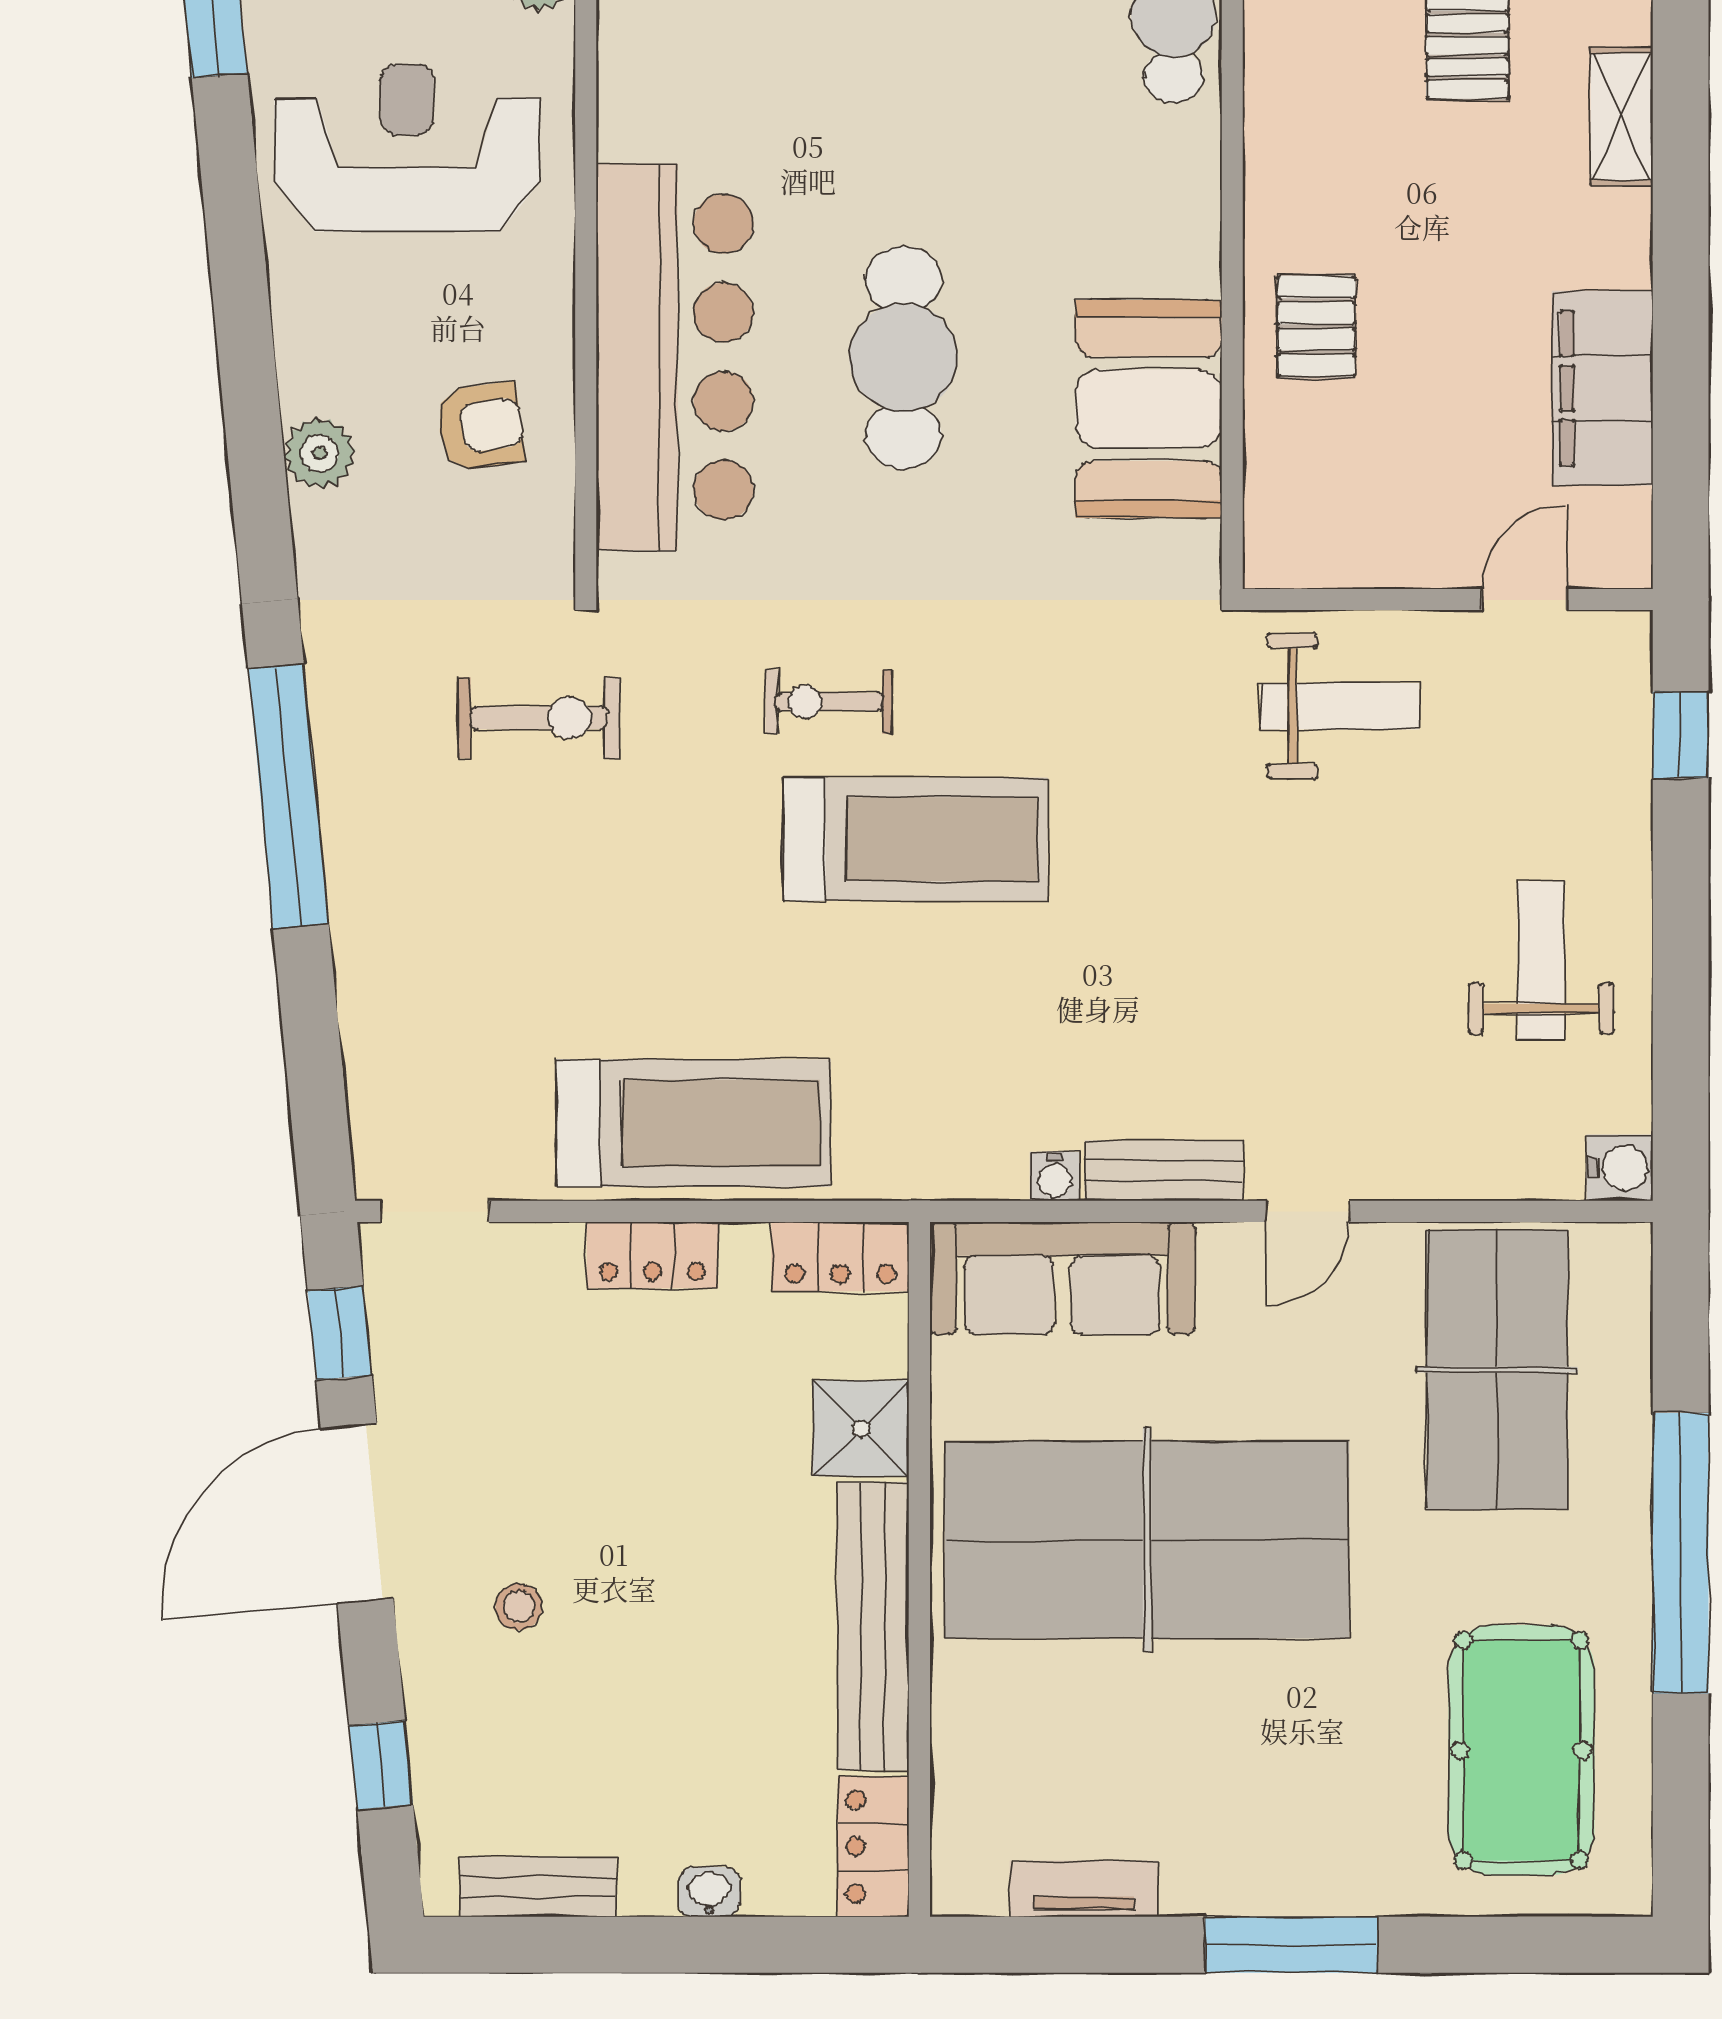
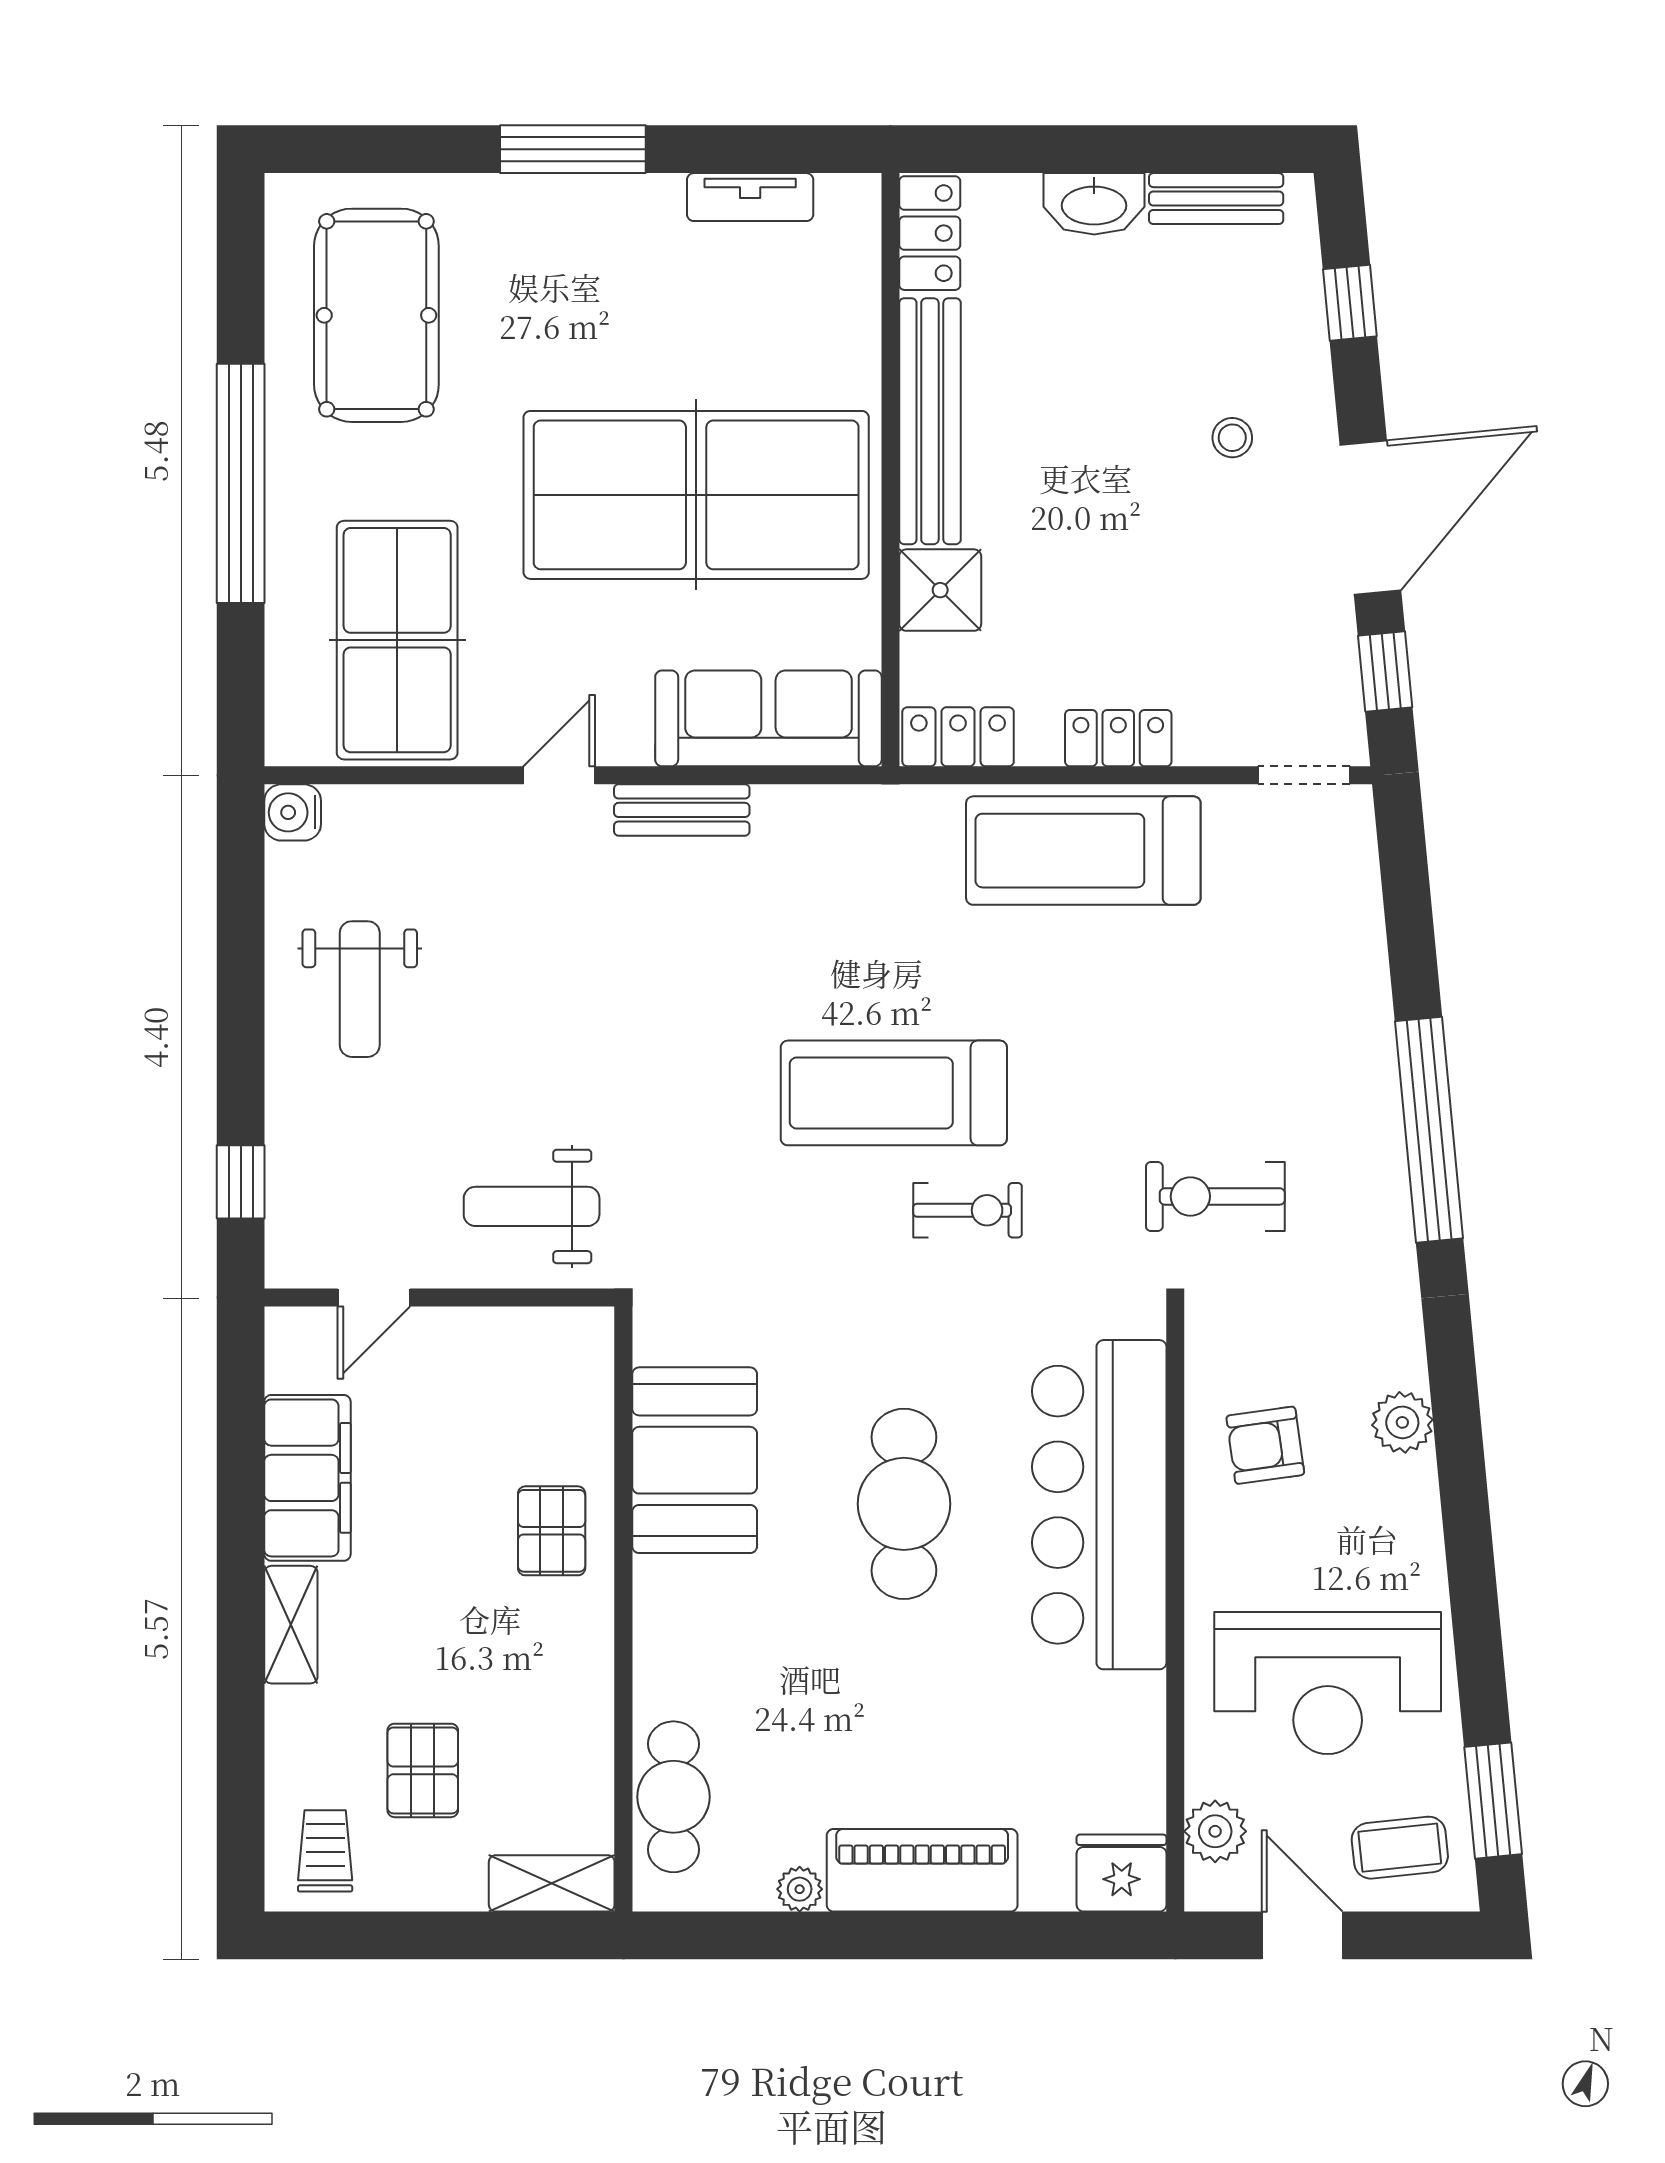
shelving: (1622, 117) -> (291, 1625), moved
water cooler: (1055, 1176) -> (775, 805), removed
washbasin: (709, 1892) -> (1094, 204), width x1.91, depth x1.45

